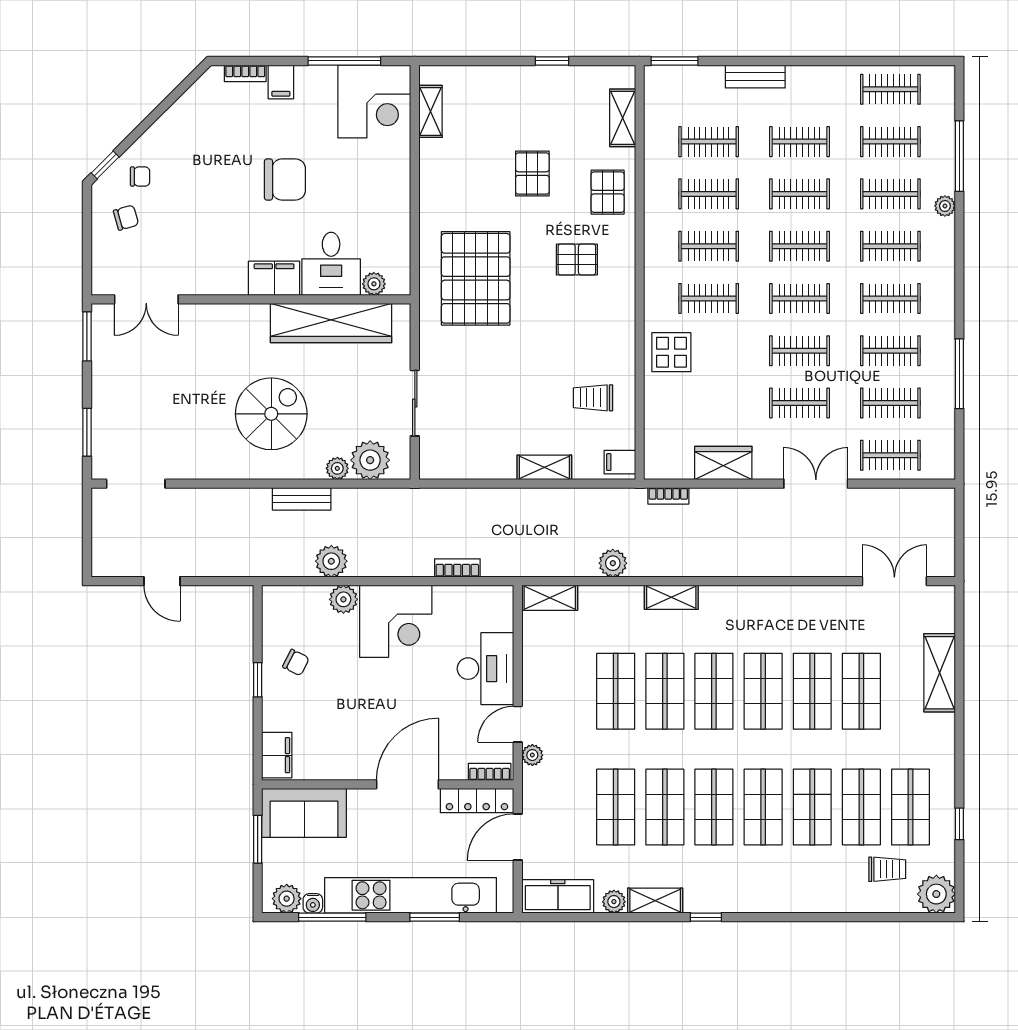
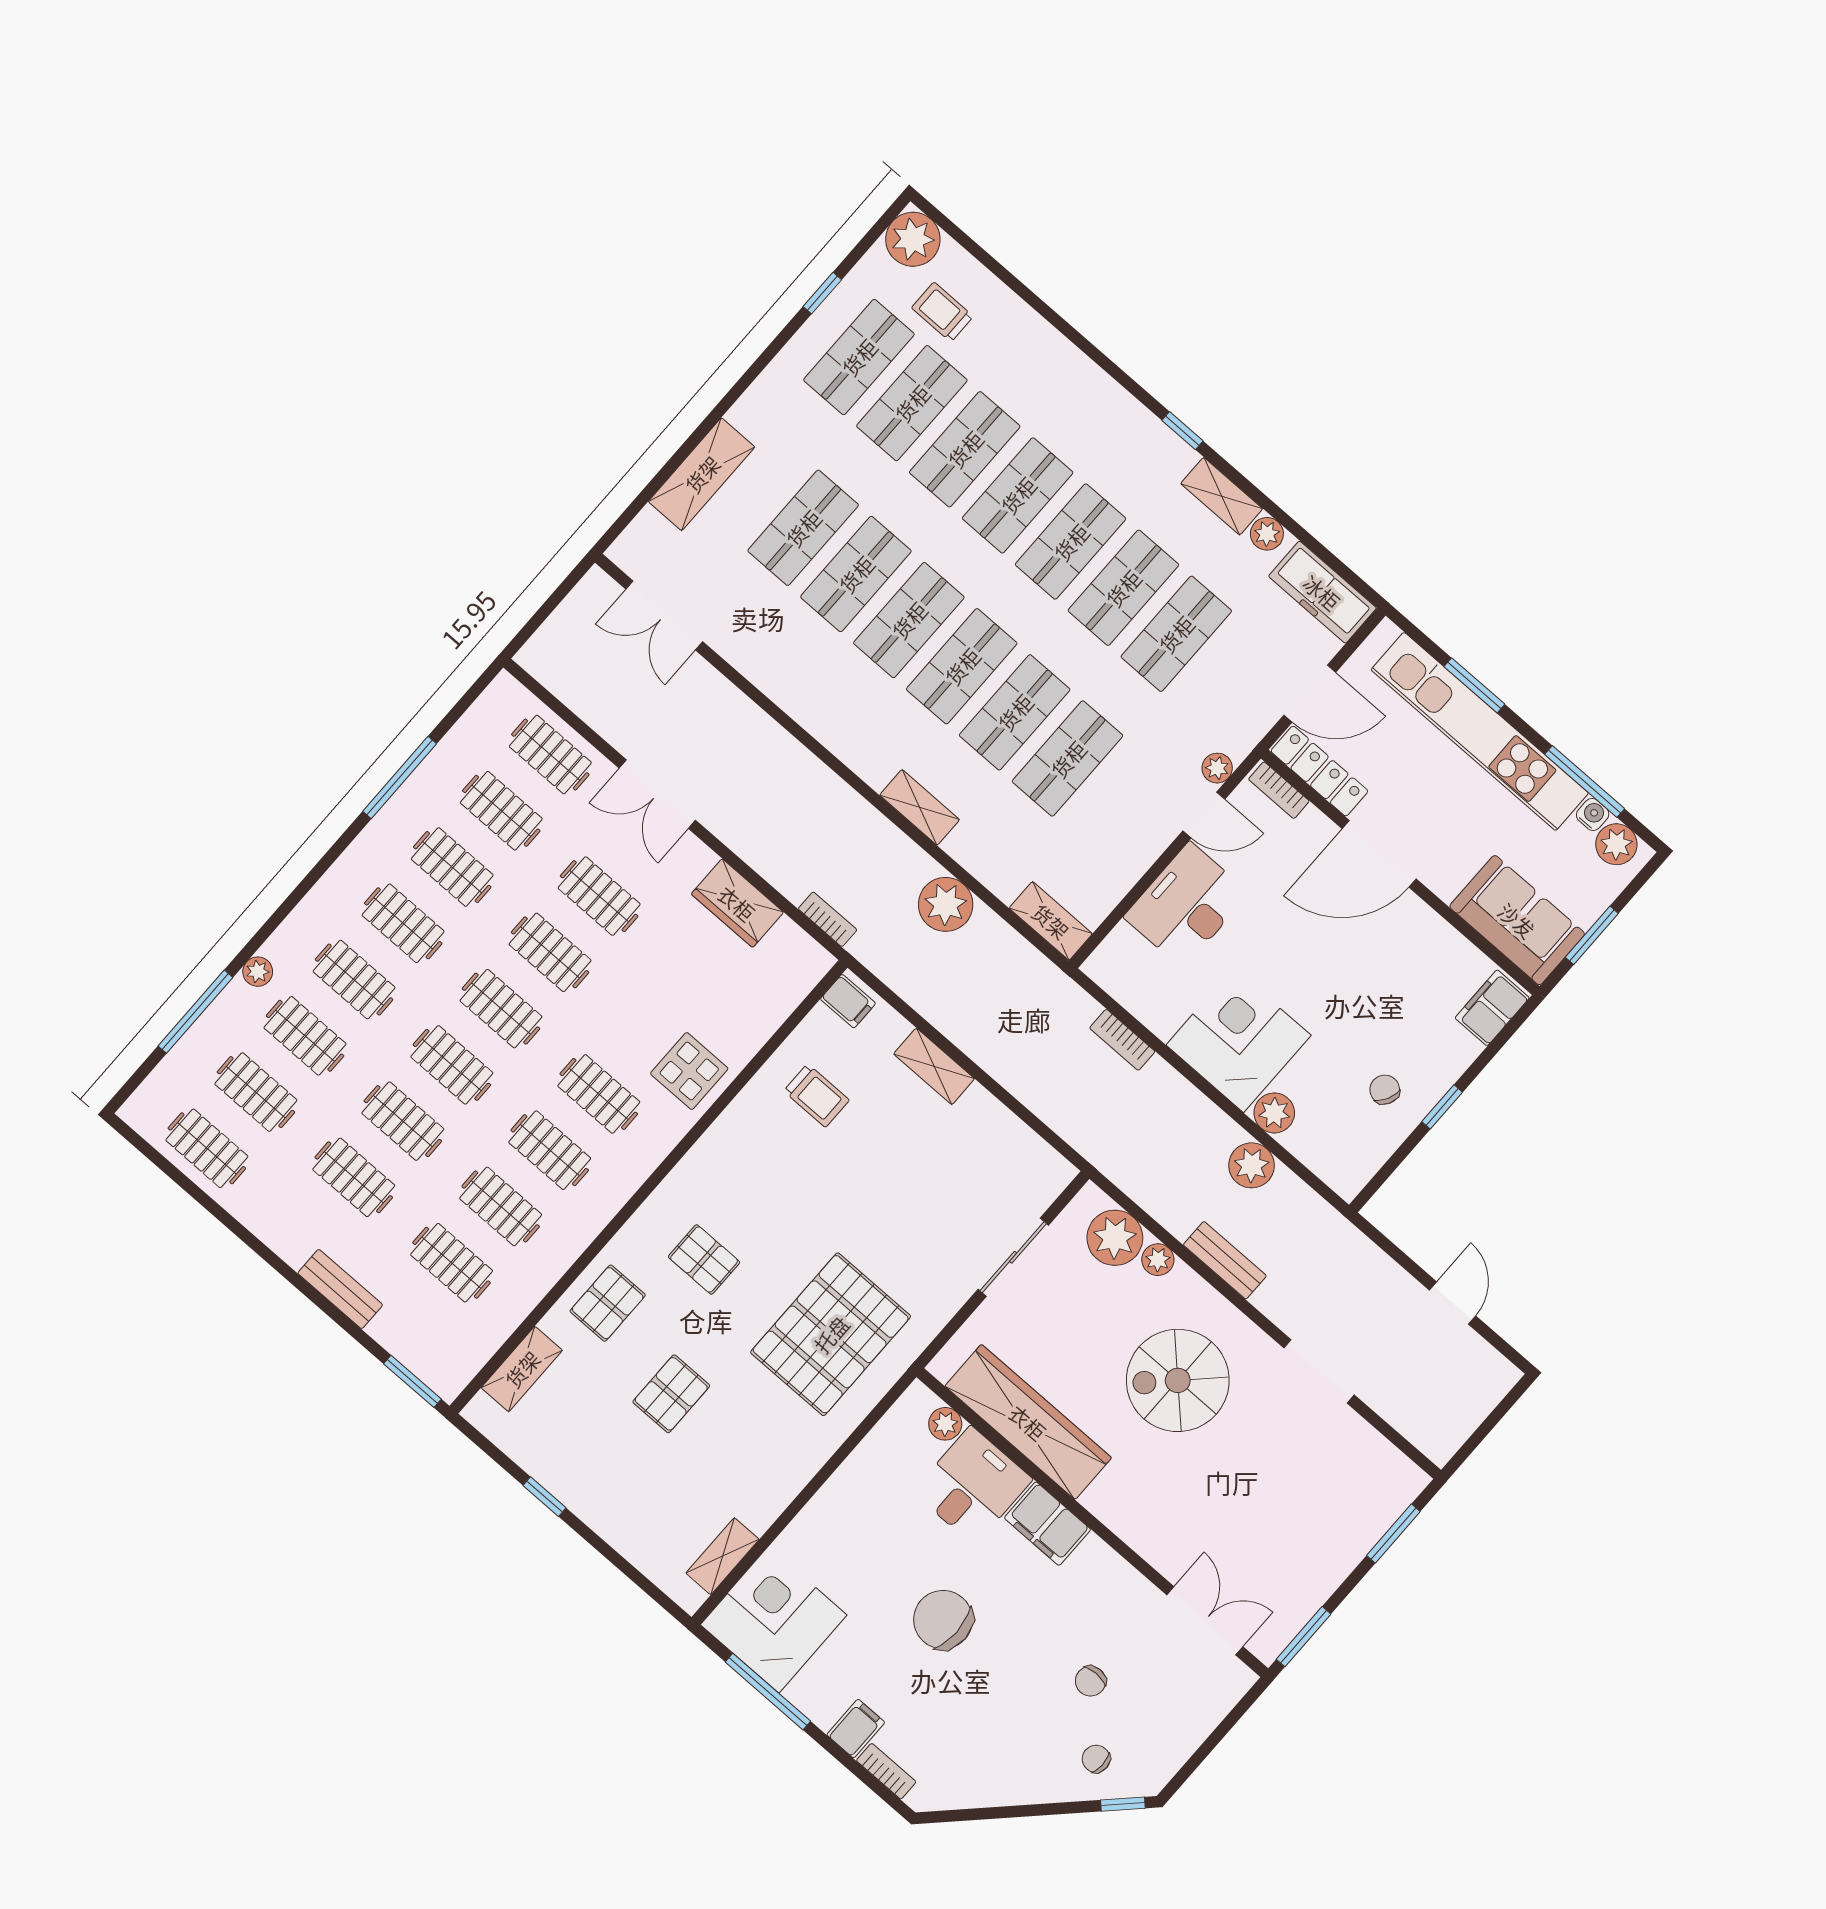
chair: (126, 218) -> (1091, 1681), moved, turned -74
doorway: (136, 484) -> (1319, 1371), moved
plant: (613, 563) -> (946, 904), width x1.36, depth x1.36

